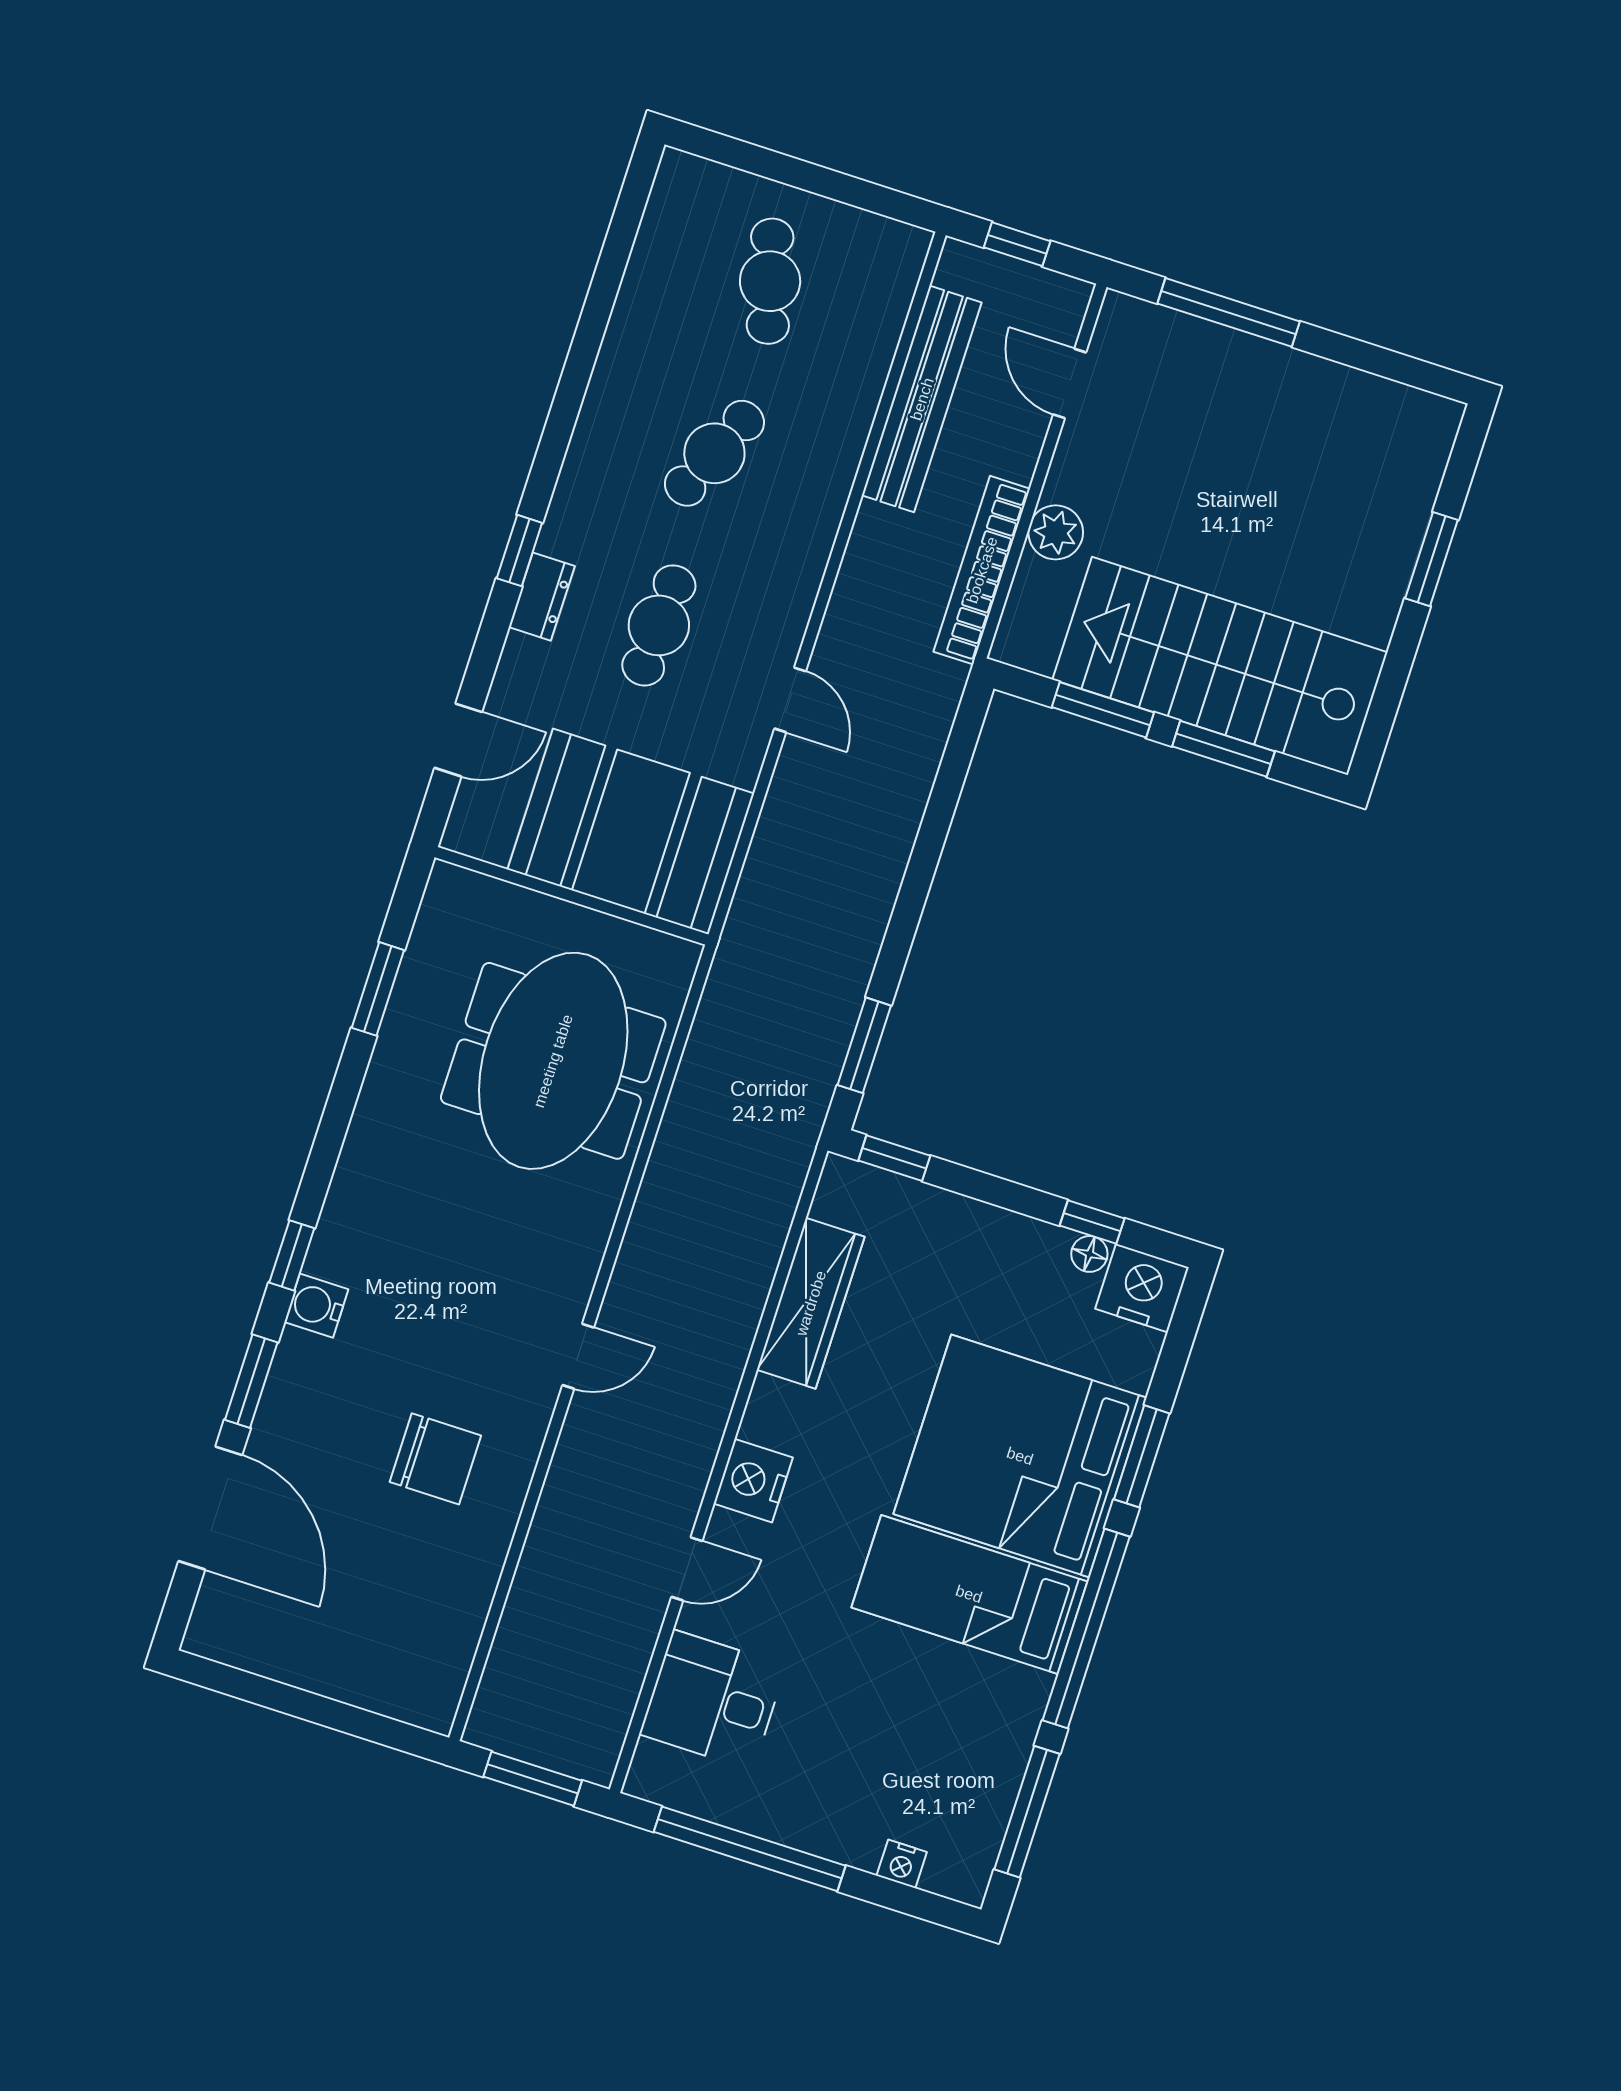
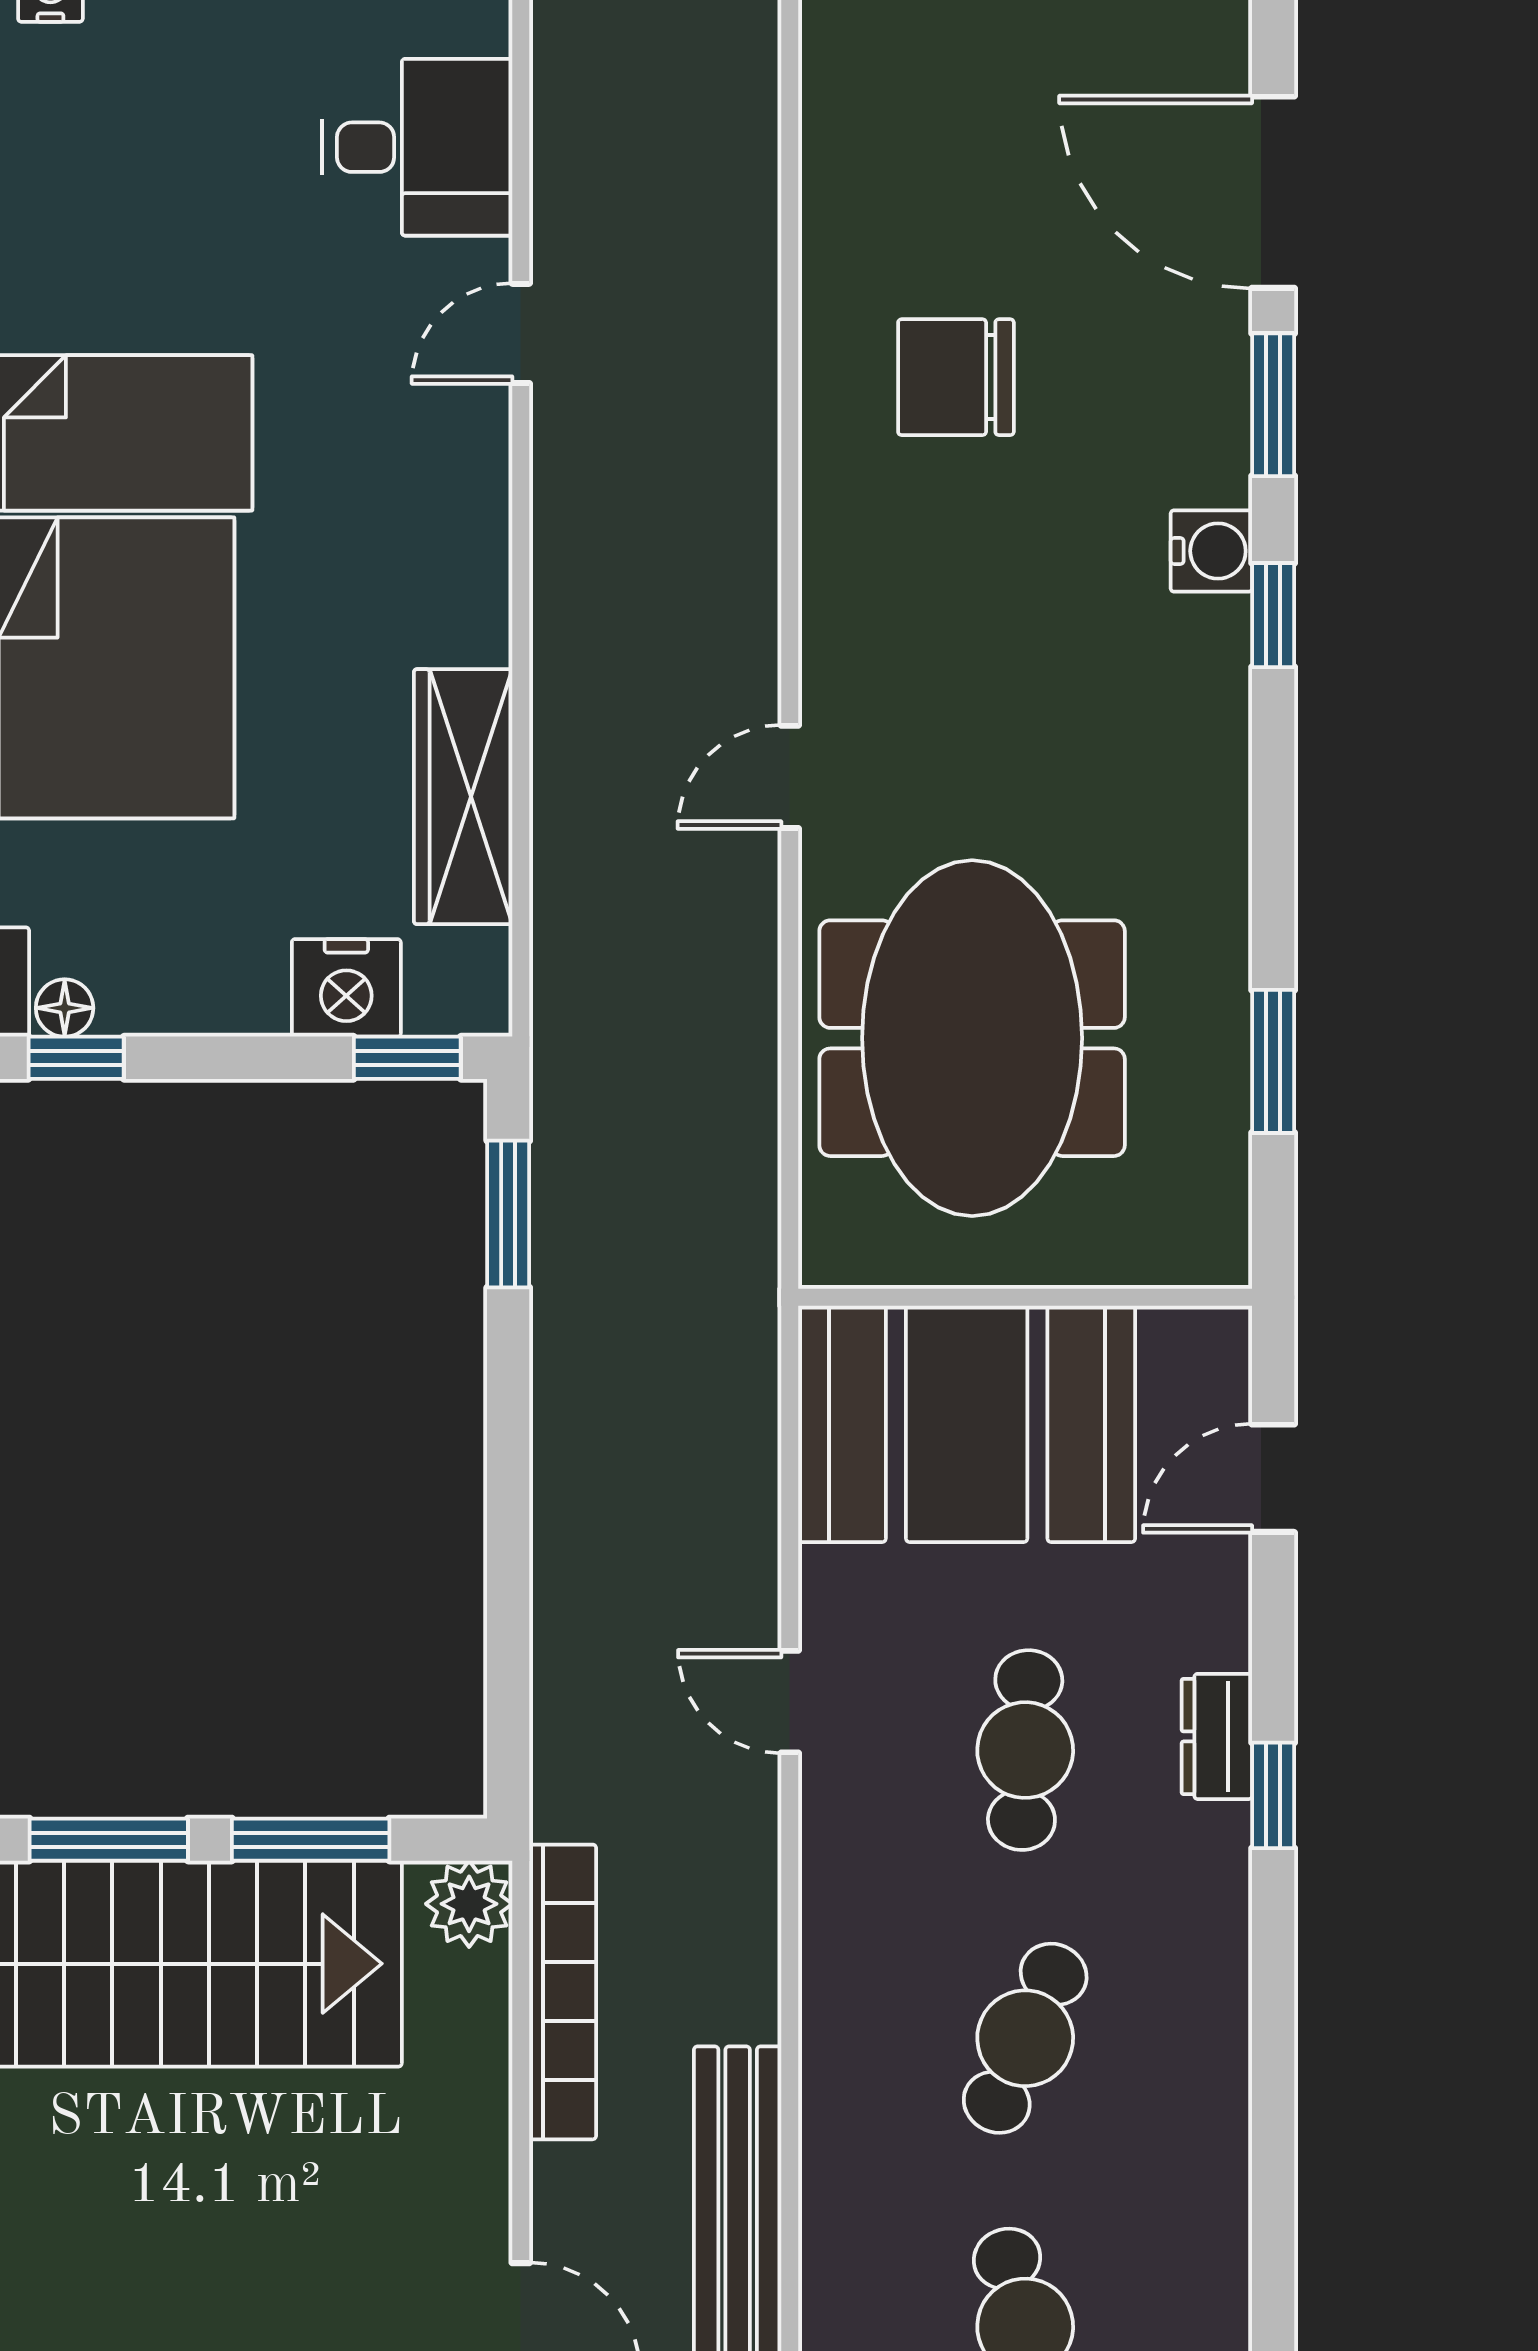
plant: (1056, 532) -> (469, 1904), moved
door: (578, 1356) -> (790, 777), moved
nightstand: (753, 1481) -> (346, 988), moved, turned 90

